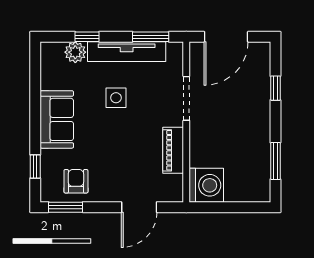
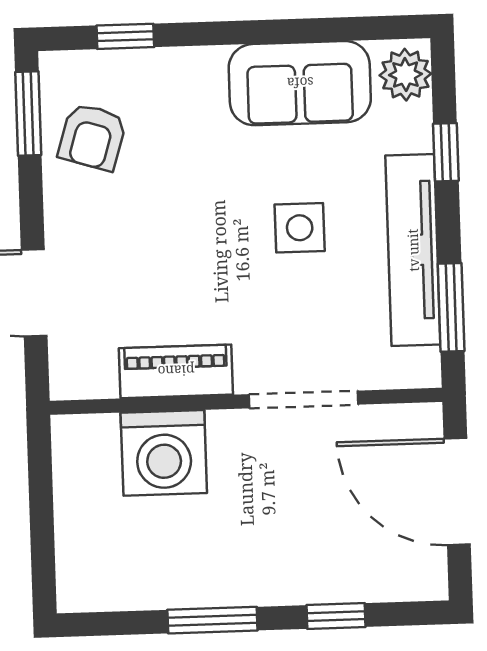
plant: (75, 52) -> (405, 75), moved
sofa: (57, 119) -> (300, 83), moved
window: (275, 161) -> (212, 620), moved
armchair: (76, 181) -> (92, 137), turned 107
washing machine: (206, 185) -> (164, 453), moved

